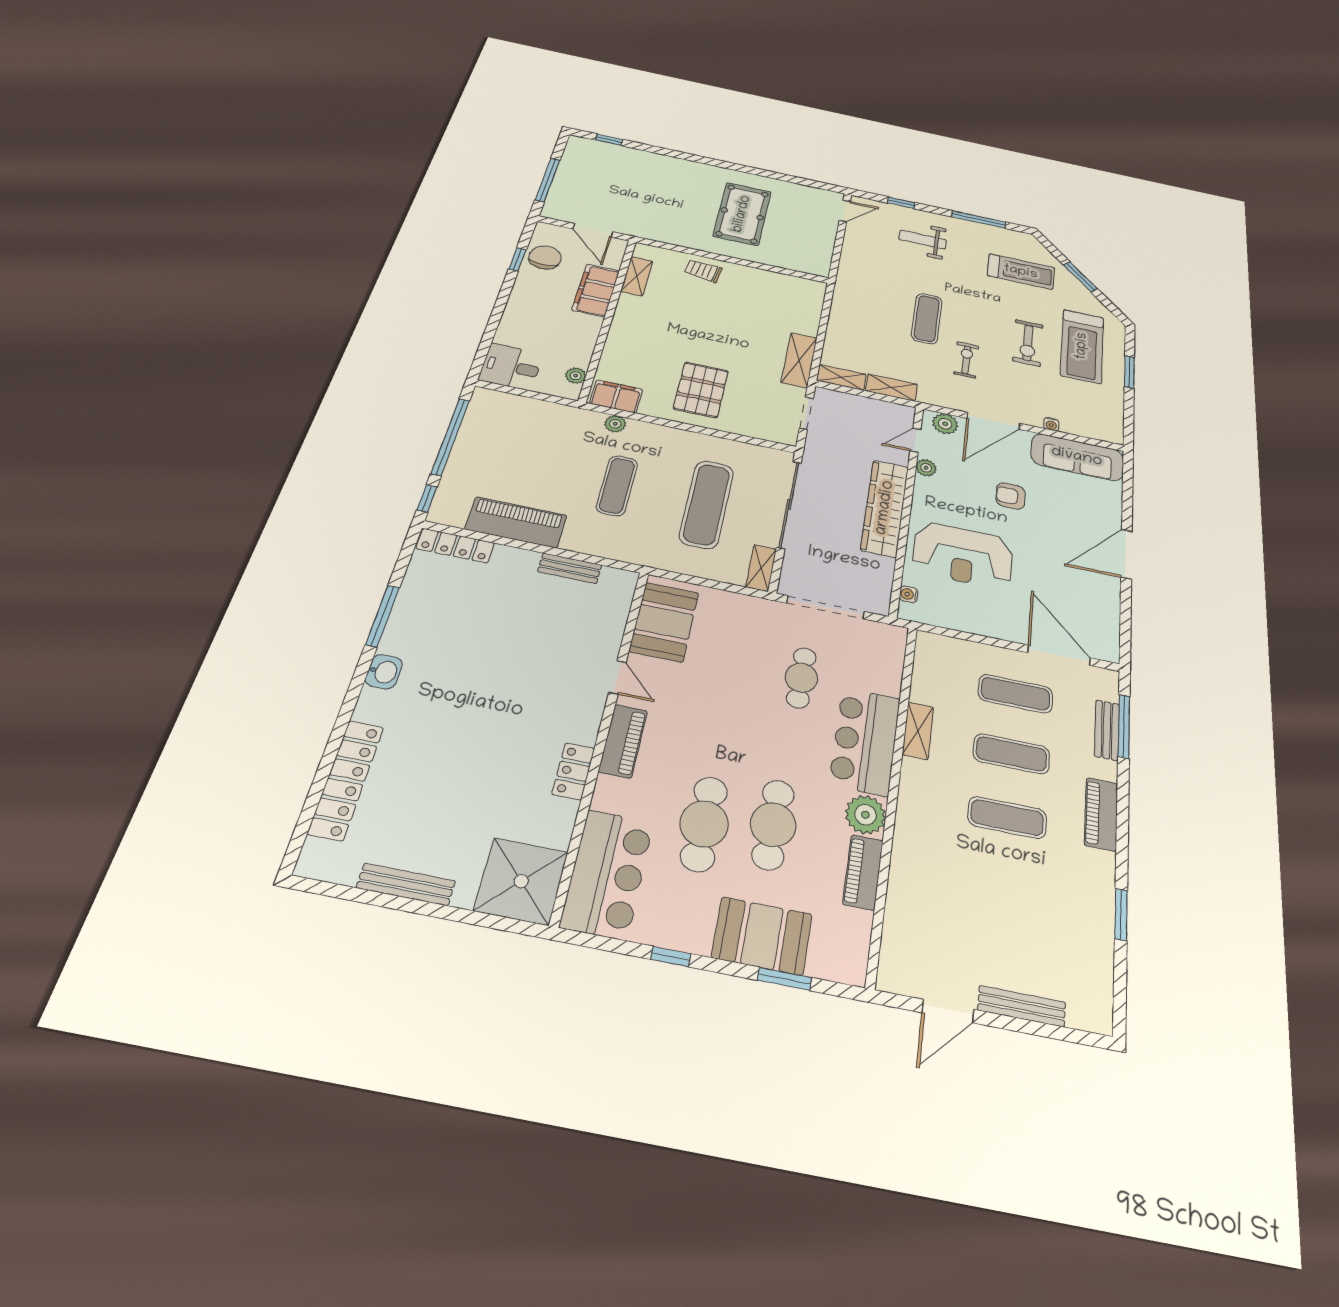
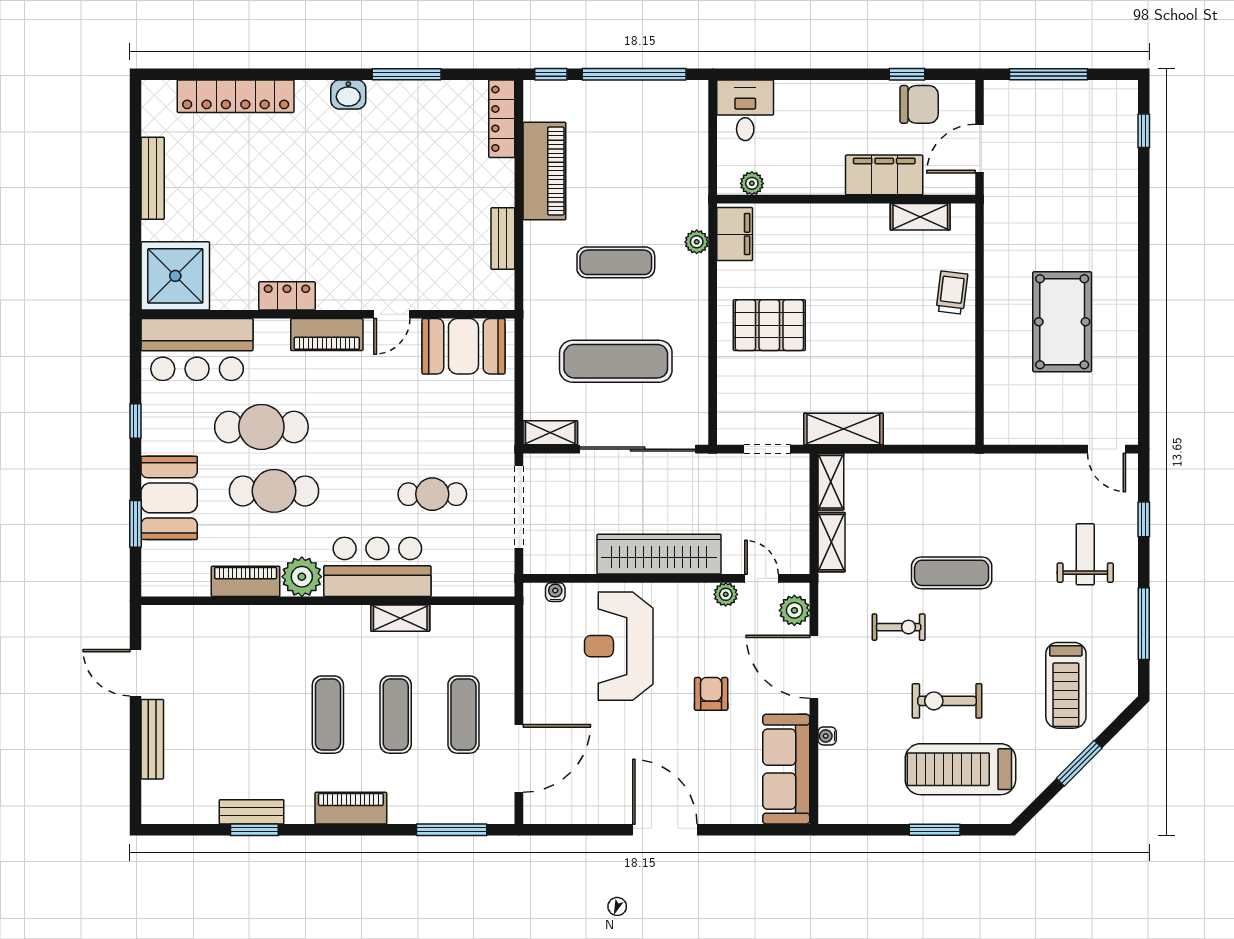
pool table: (742, 214) -> (1062, 322), turned 90
bench: (1107, 730) -> (252, 812), moved

